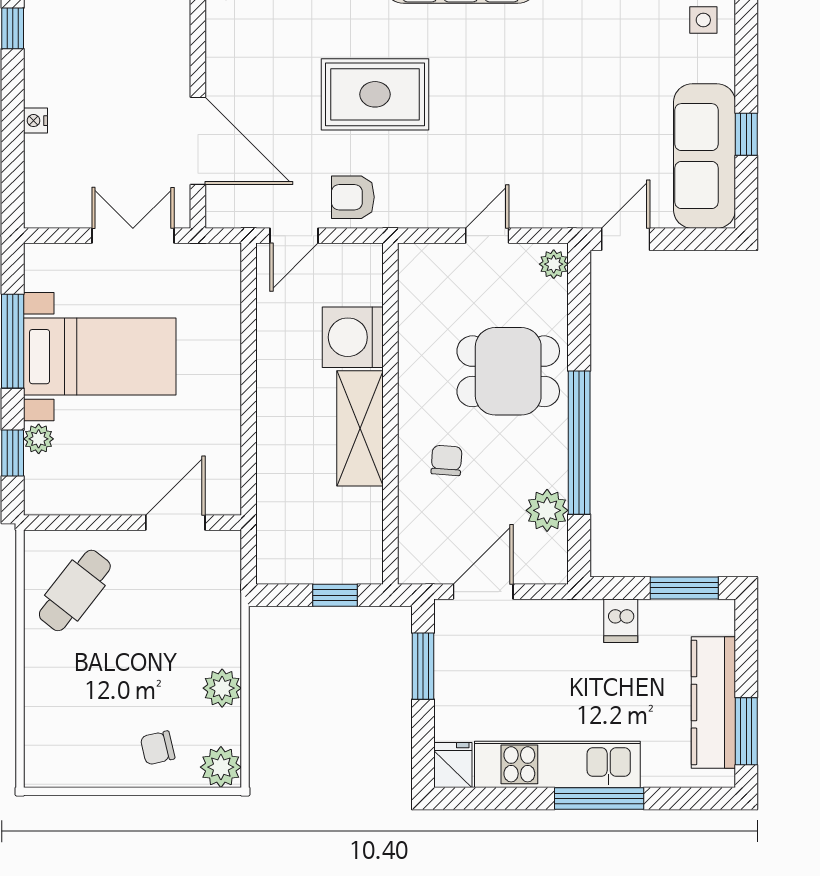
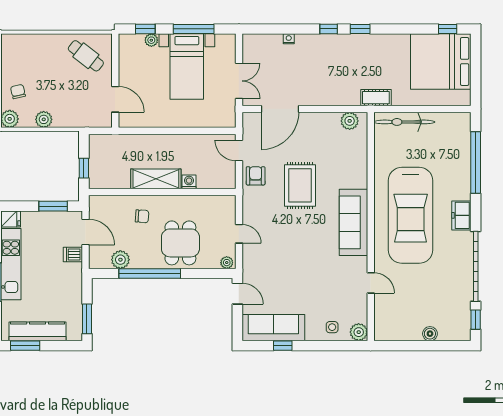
washing machine: (353, 337) -> (189, 182), width x0.53, depth x0.53
dishwasher: (621, 621) -> (73, 255), moved

